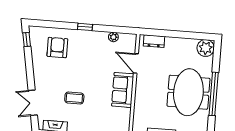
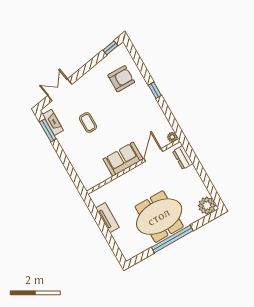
plant: (113, 37) -> (172, 137), moved

